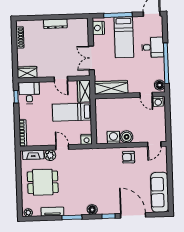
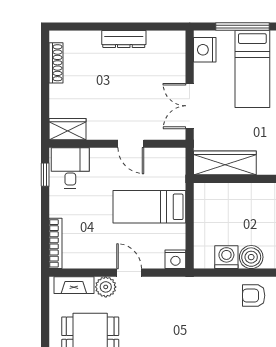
wardrobe: (84, 91) -> (174, 168), removed

